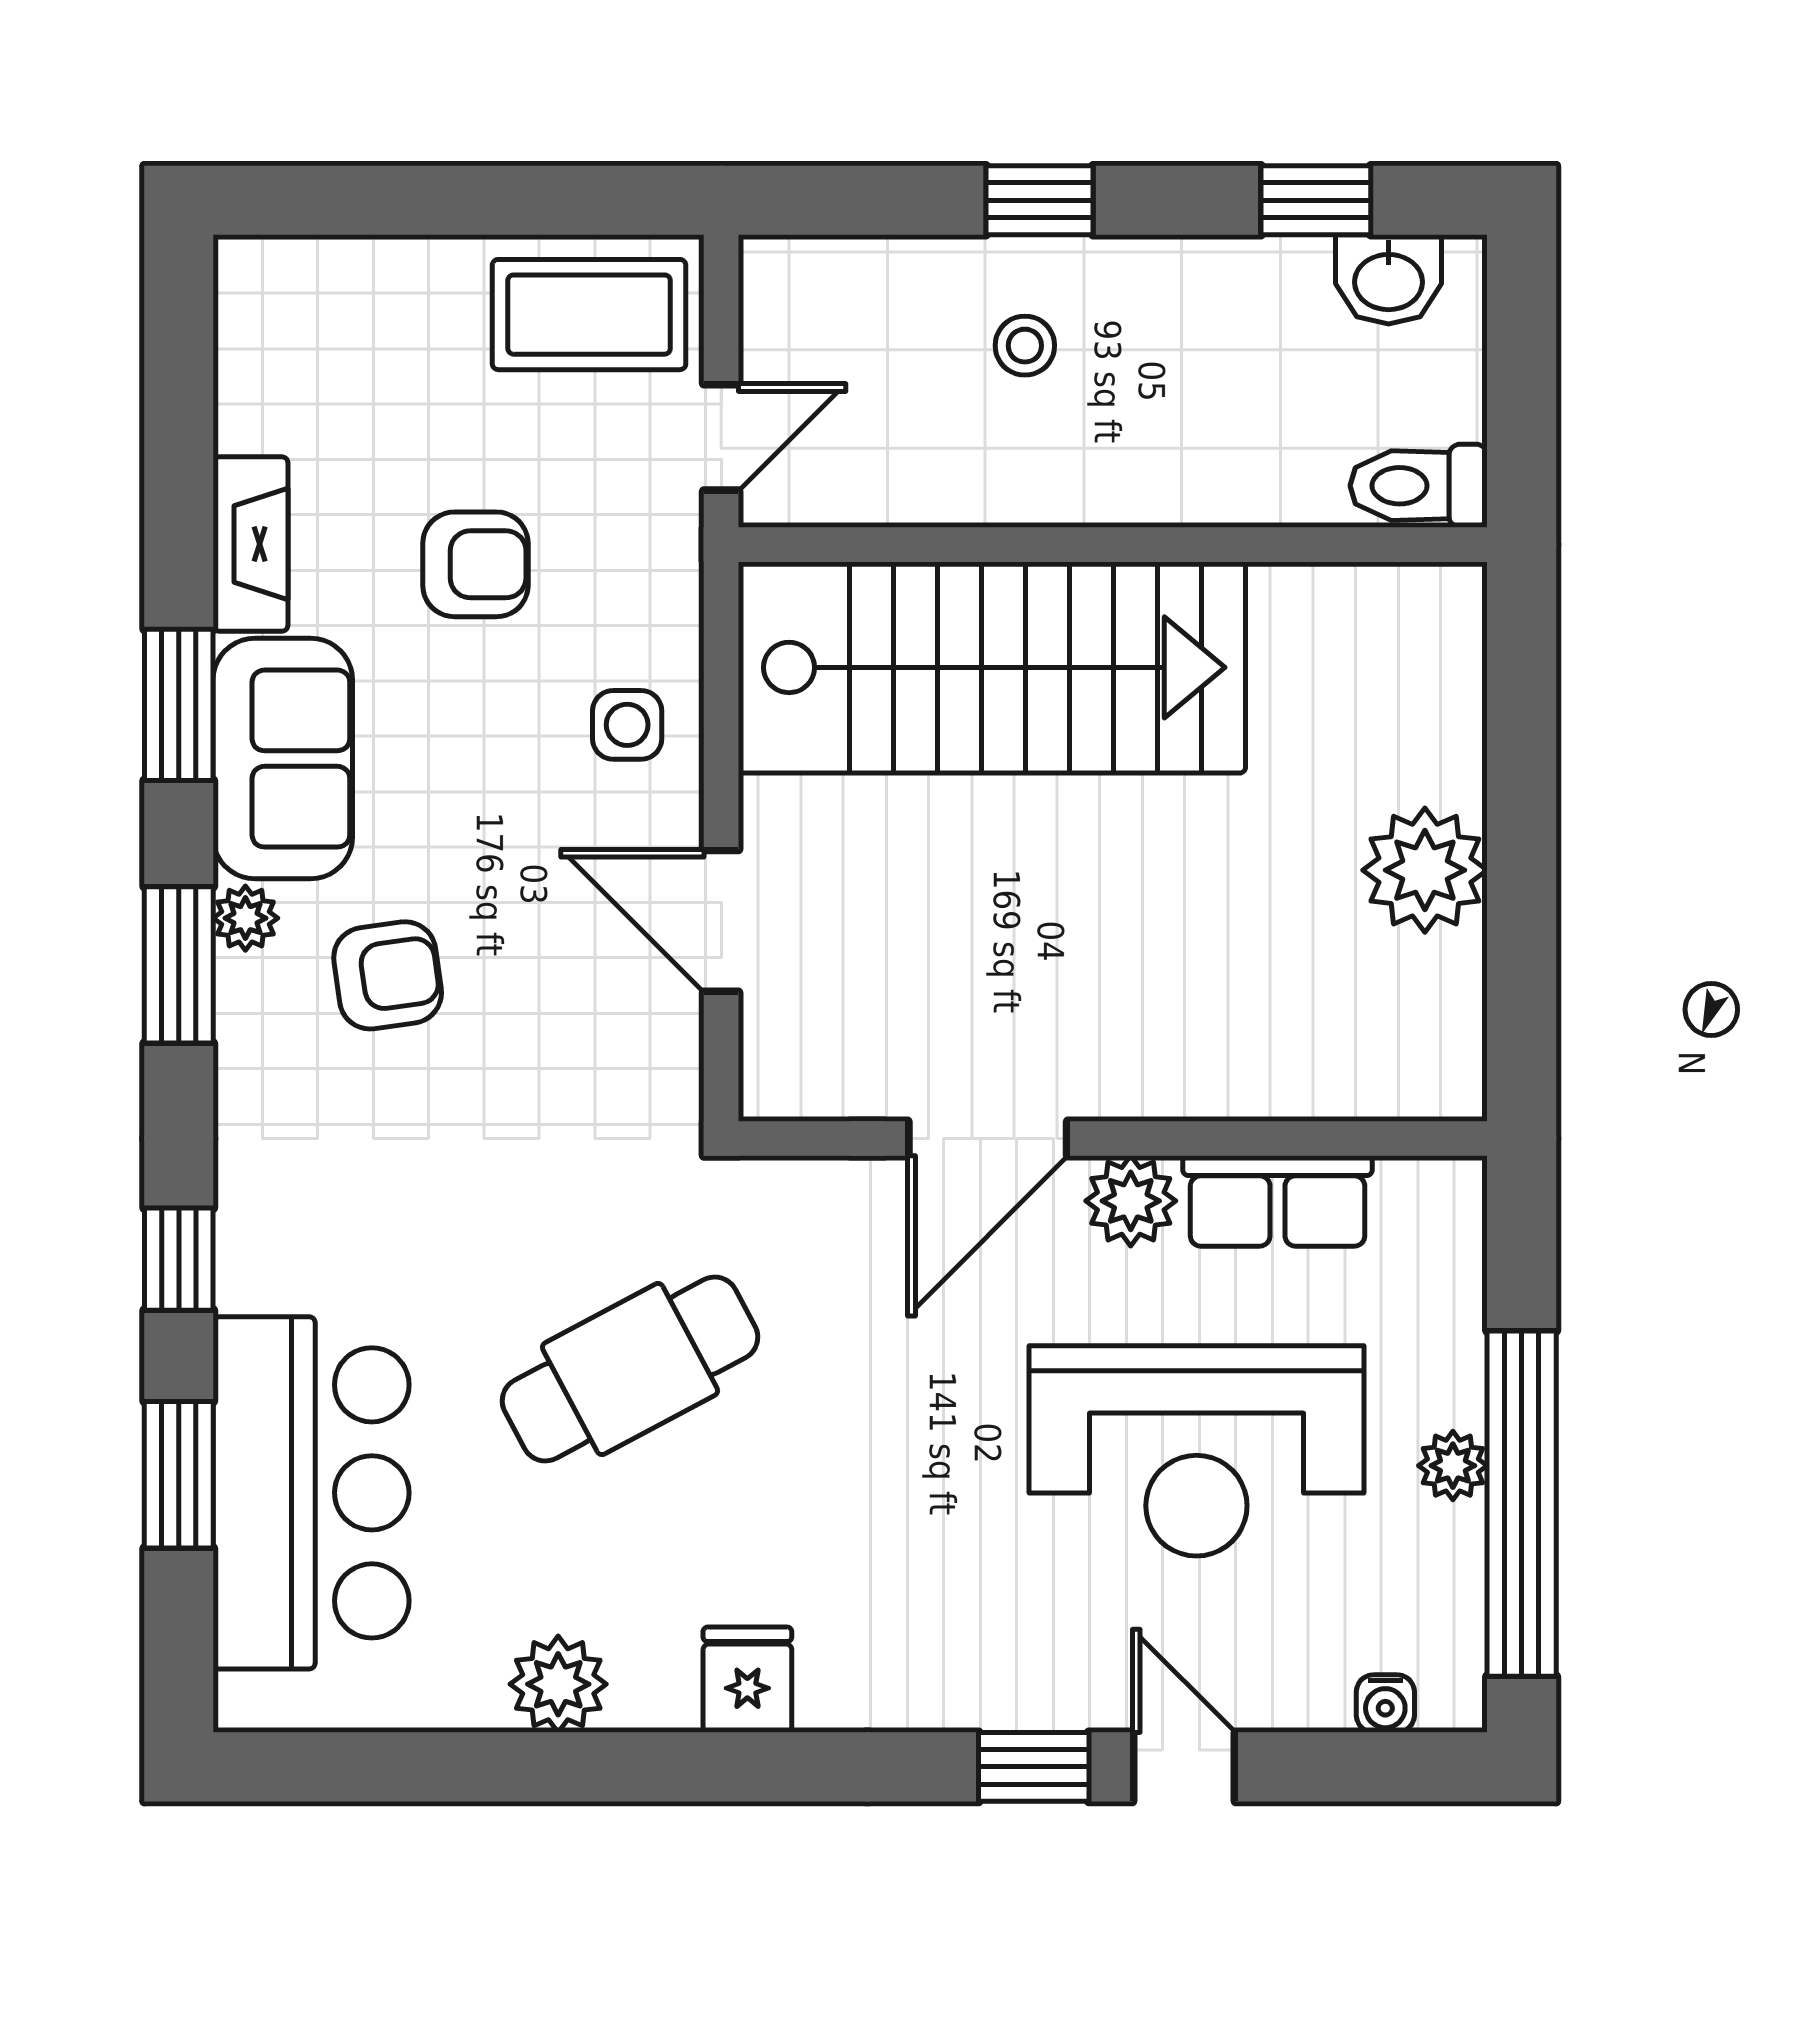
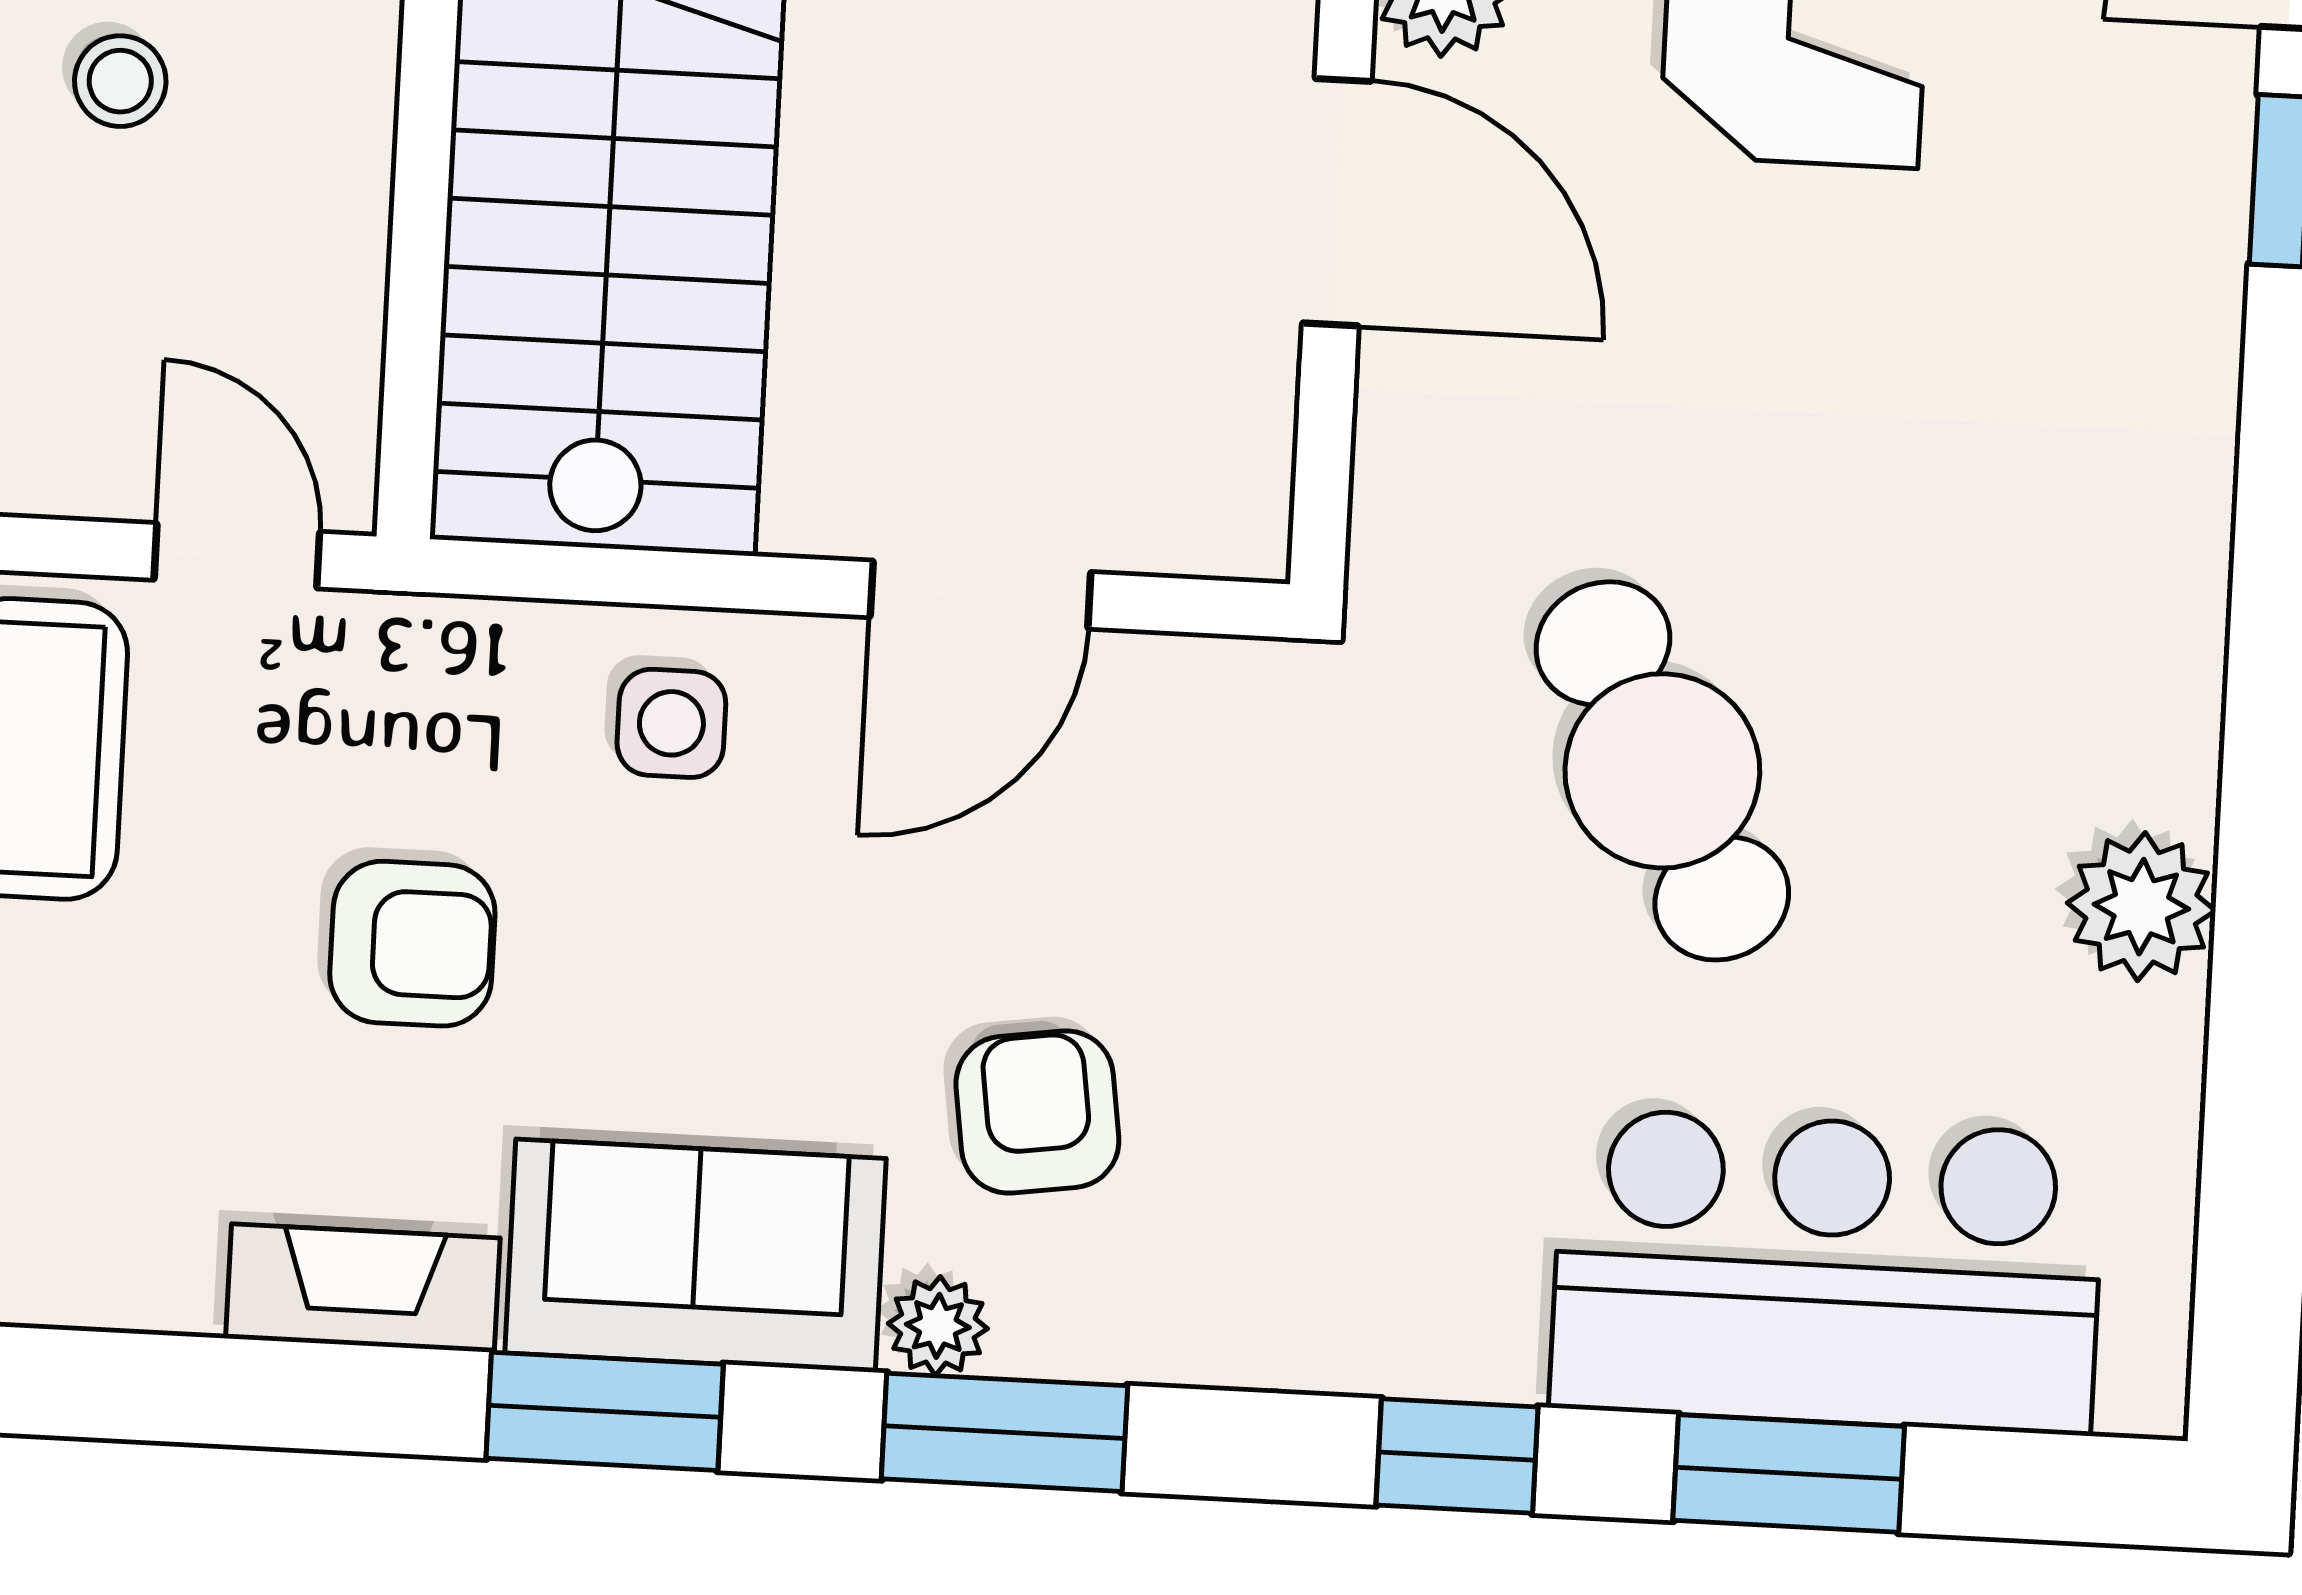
armchair: (475, 564) -> (412, 944), turned 90
fridge: (747, 1680) -> (2150, 615), removed

